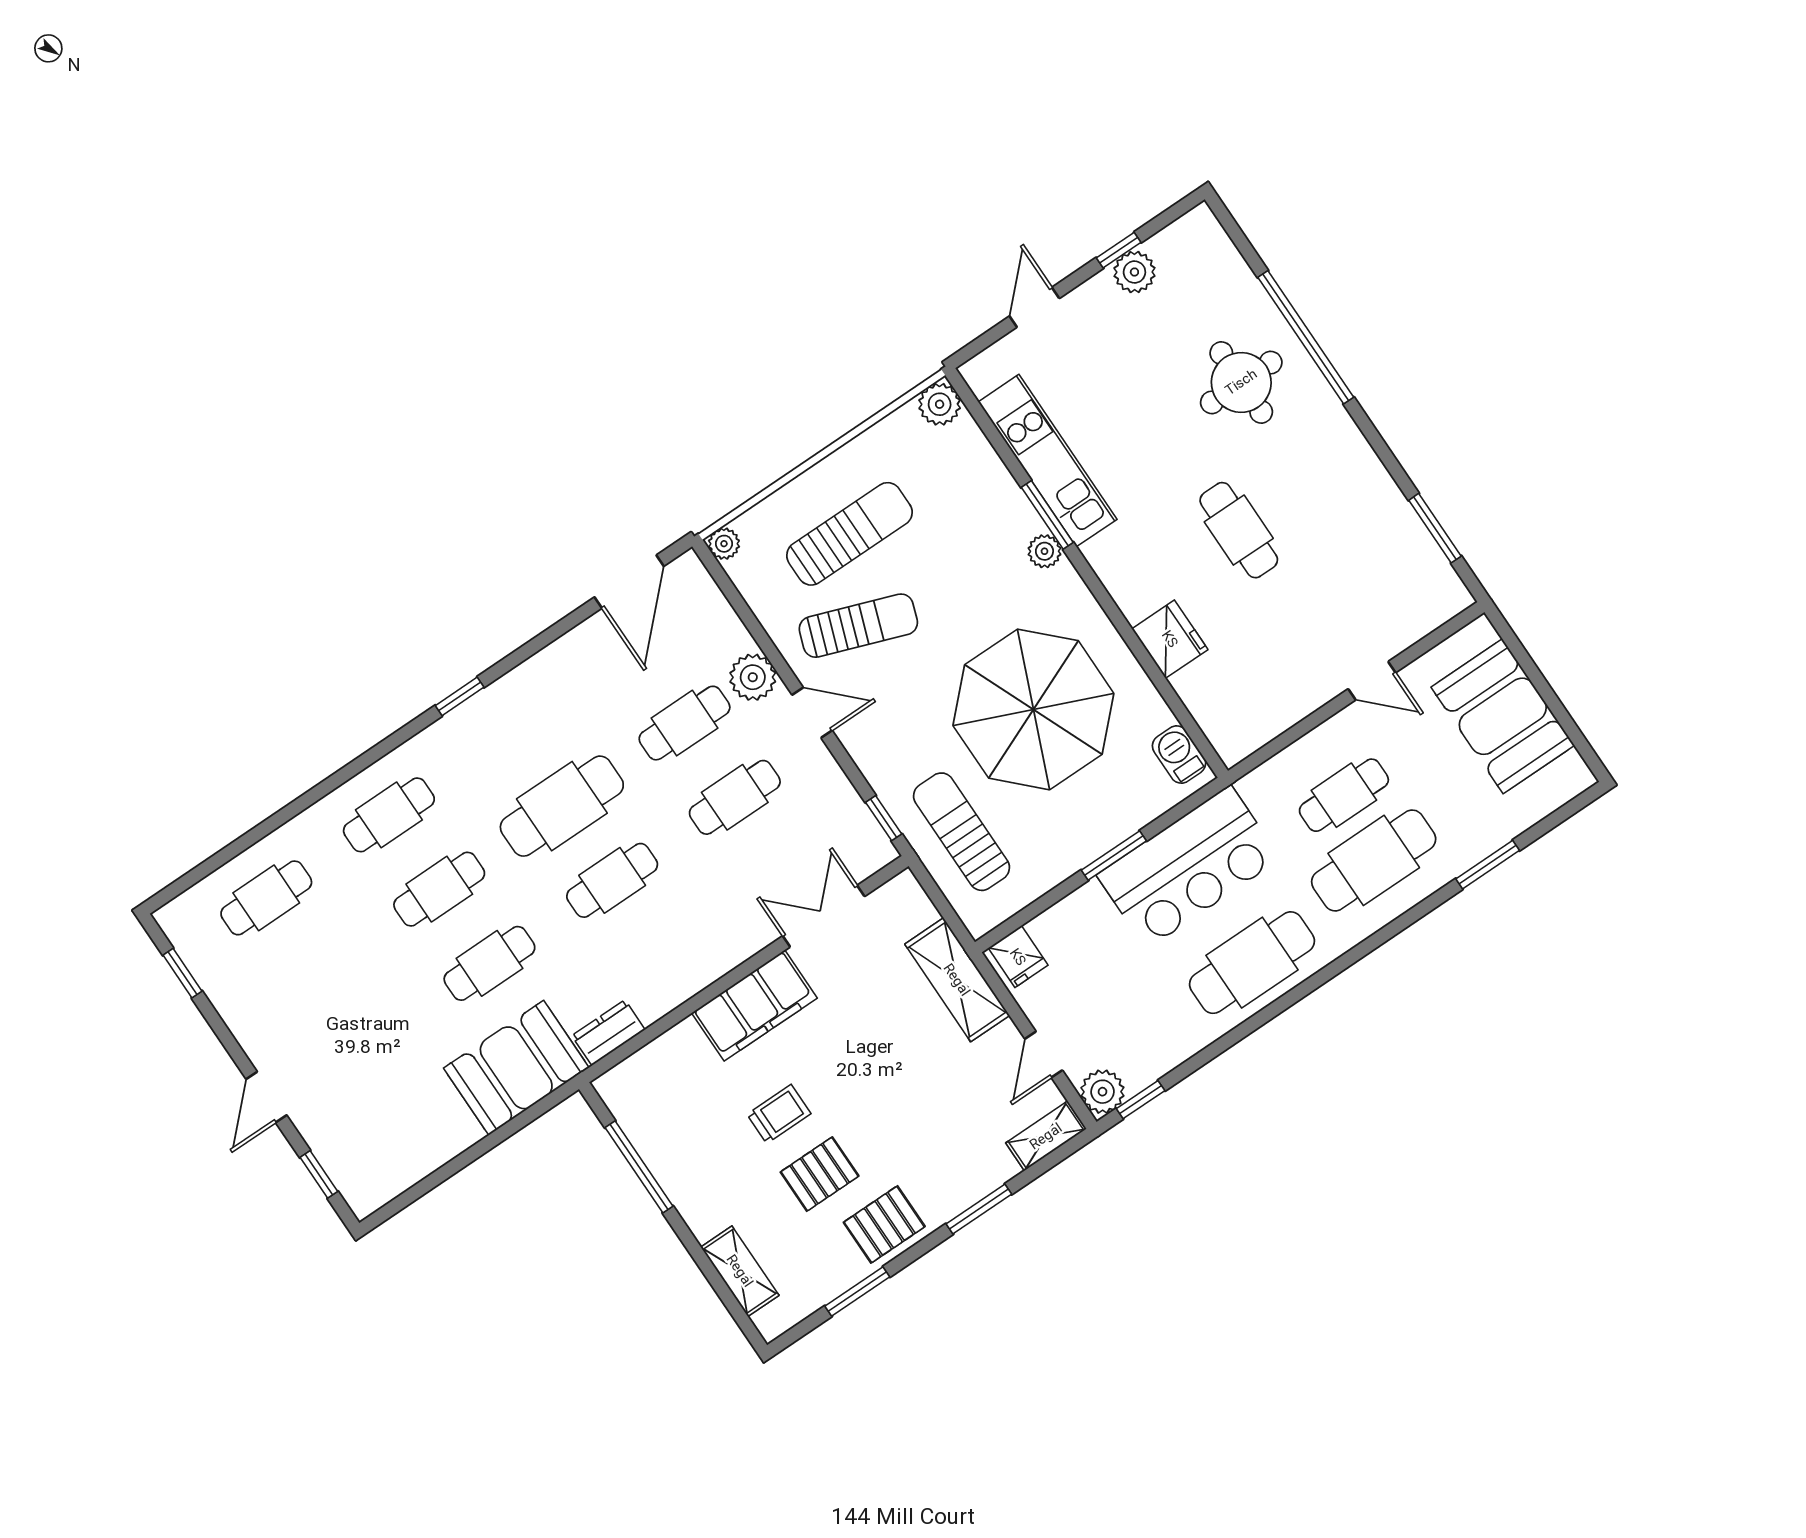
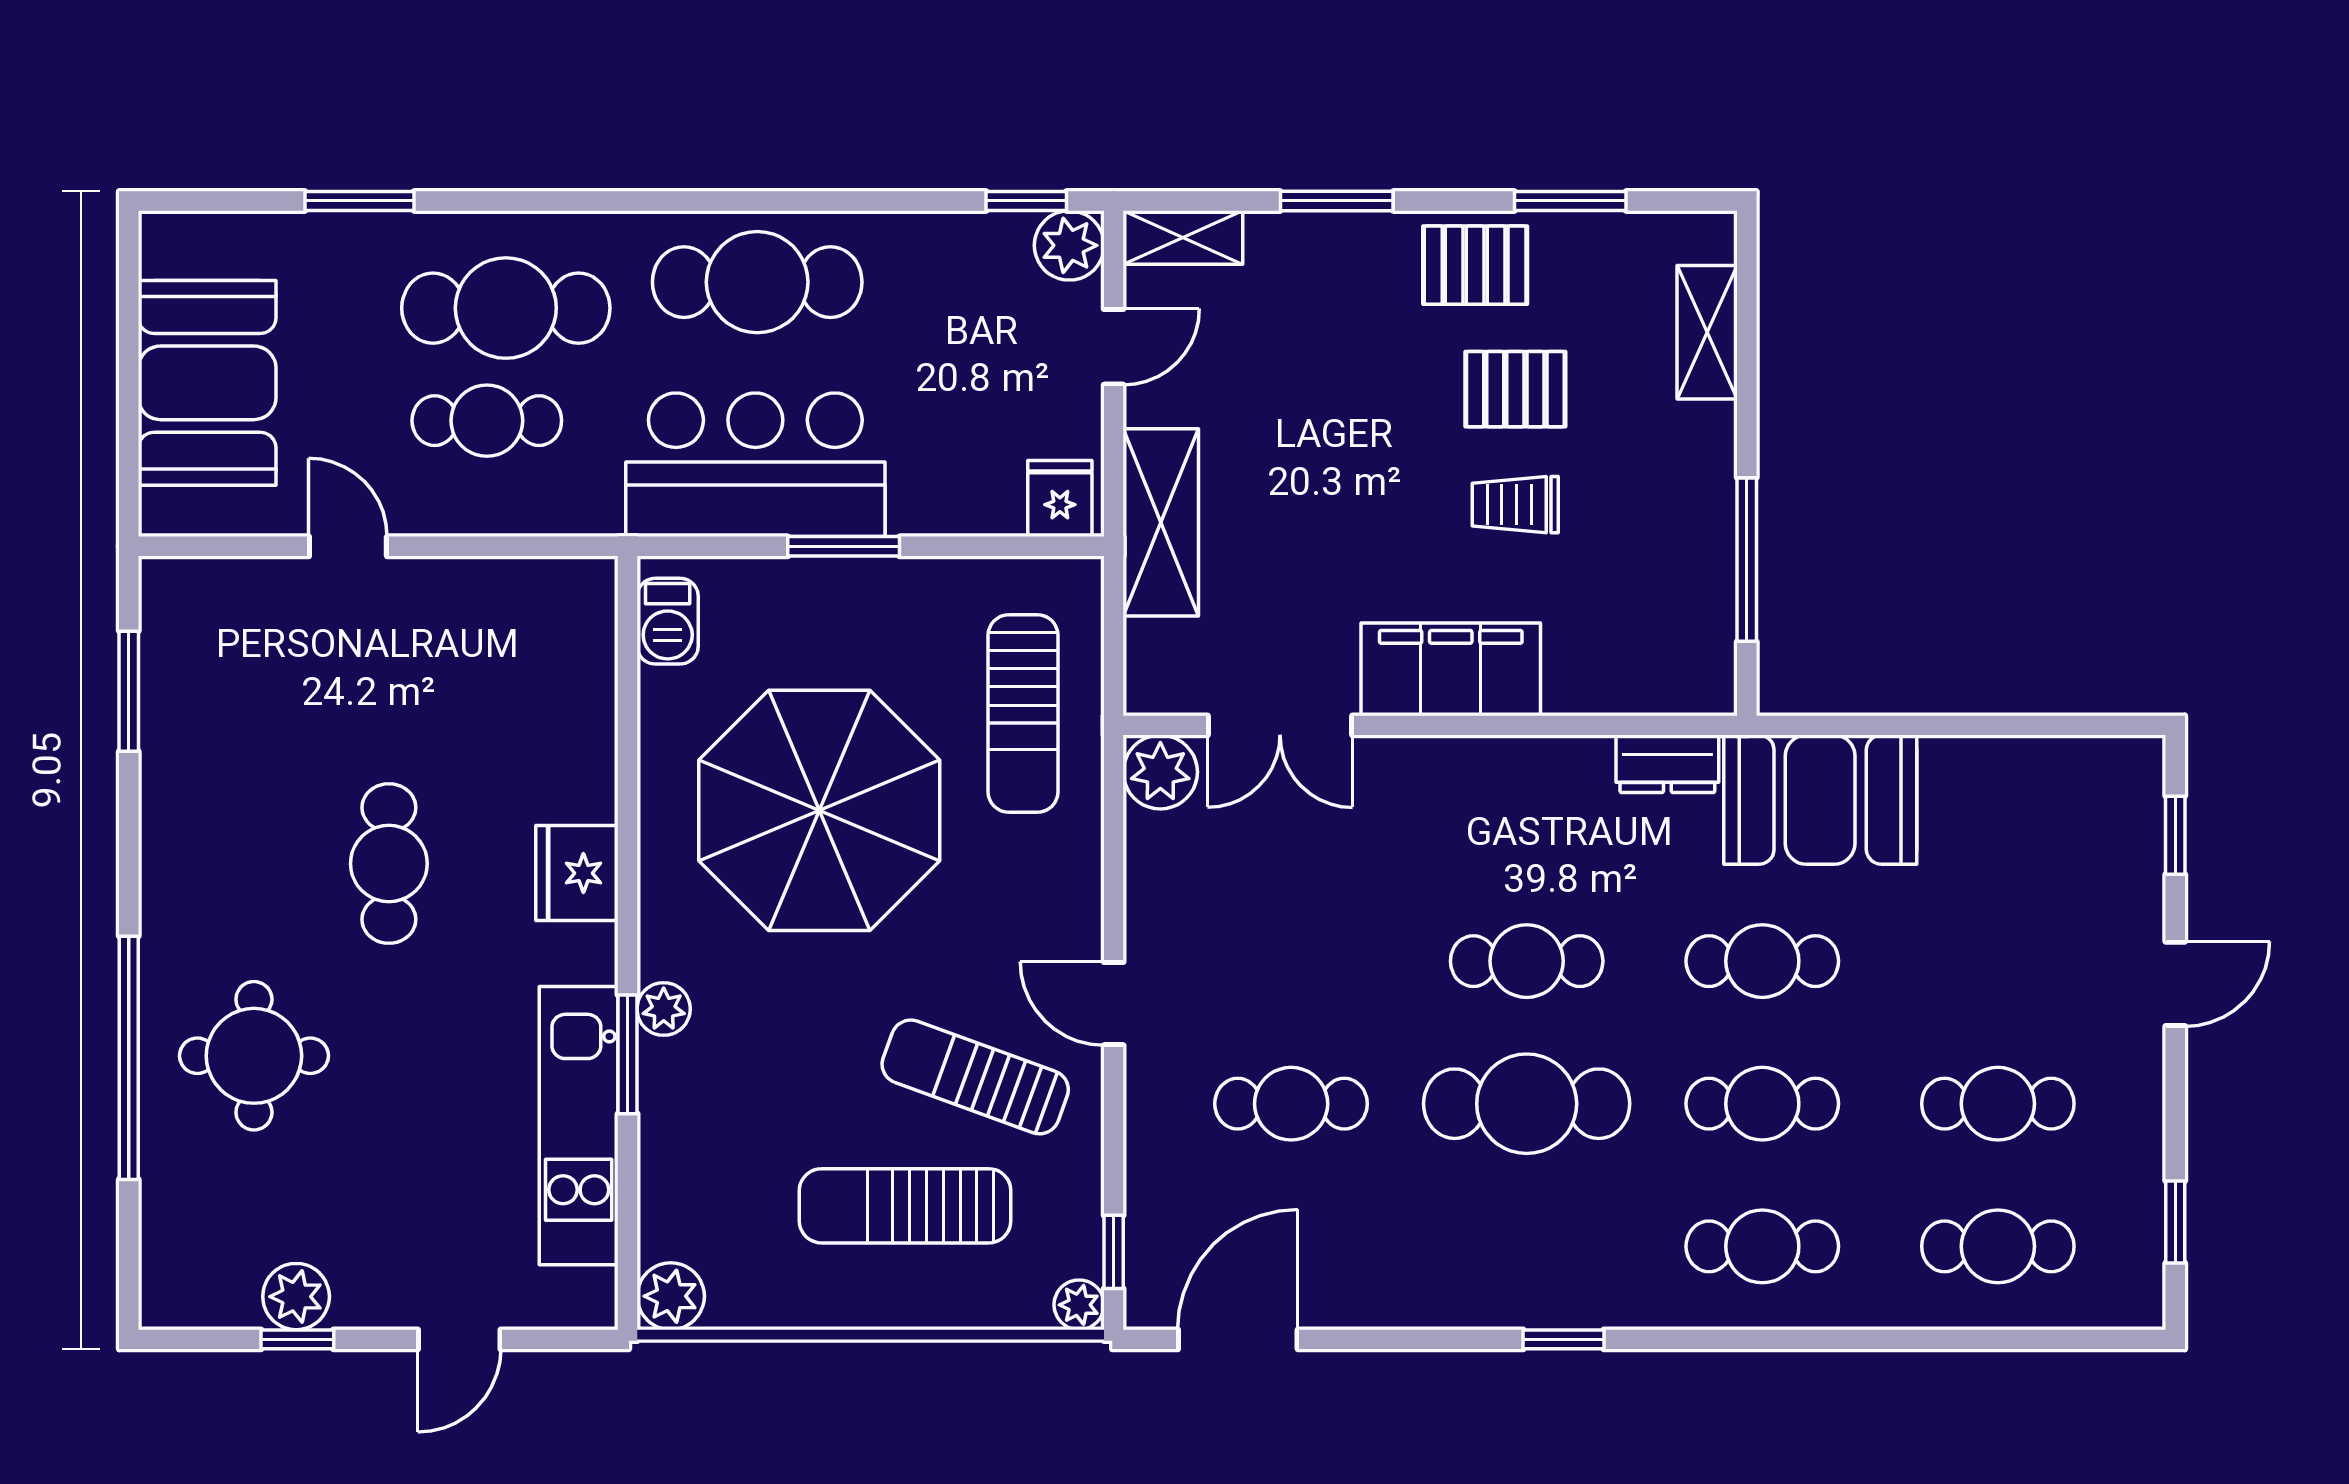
fridge: (1170, 639) -> (577, 873), moved
plant: (753, 677) -> (1160, 772), moved
cafe table: (735, 797) -> (1998, 1104), moved
window: (884, 818) -> (1114, 1252), moved

